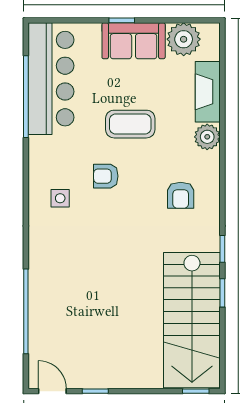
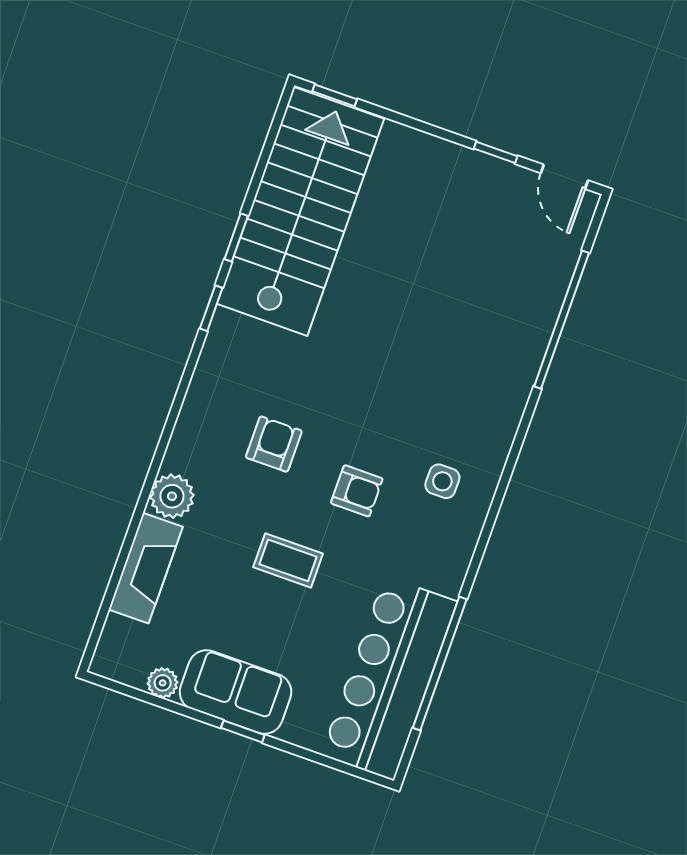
plant: (184, 39) -> (163, 683), width x0.53, depth x0.53
coffee table: (130, 124) -> (288, 560), width x0.73, depth x0.77
armchair: (181, 195) -> (274, 444), moved

